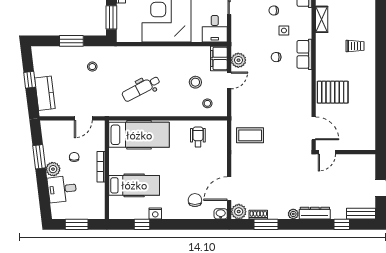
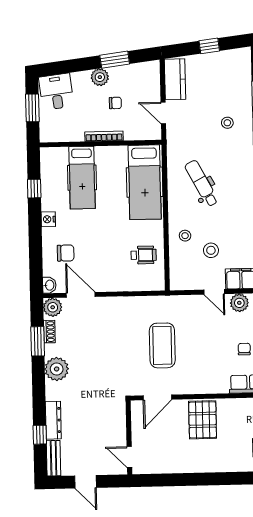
kitchen counter: (45, 93) -> (175, 79), moved, turned -83
stool: (207, 103) -> (185, 236), moved
coffee table: (250, 135) -> (162, 345), moved, width x1.36, depth x1.32
door: (327, 152) -> (129, 457), moved
desk: (62, 189) -> (56, 92), moved
dresser: (315, 213) -> (53, 420), moved
nightstand: (155, 214) -> (48, 219), moved
plant: (293, 214) -> (57, 369), width x1.88, depth x1.88

